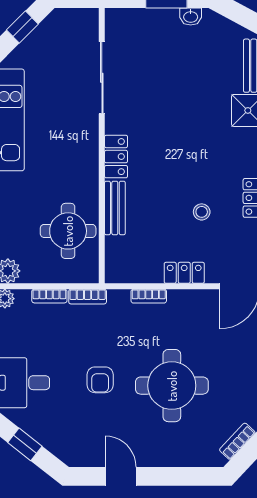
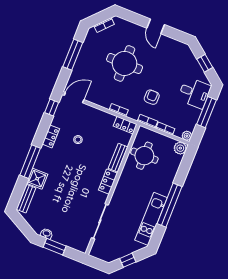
locker: (184, 273) -> (125, 125), moved
armchair: (100, 380) -> (152, 97), moved
door: (121, 476) -> (156, 26), moved

